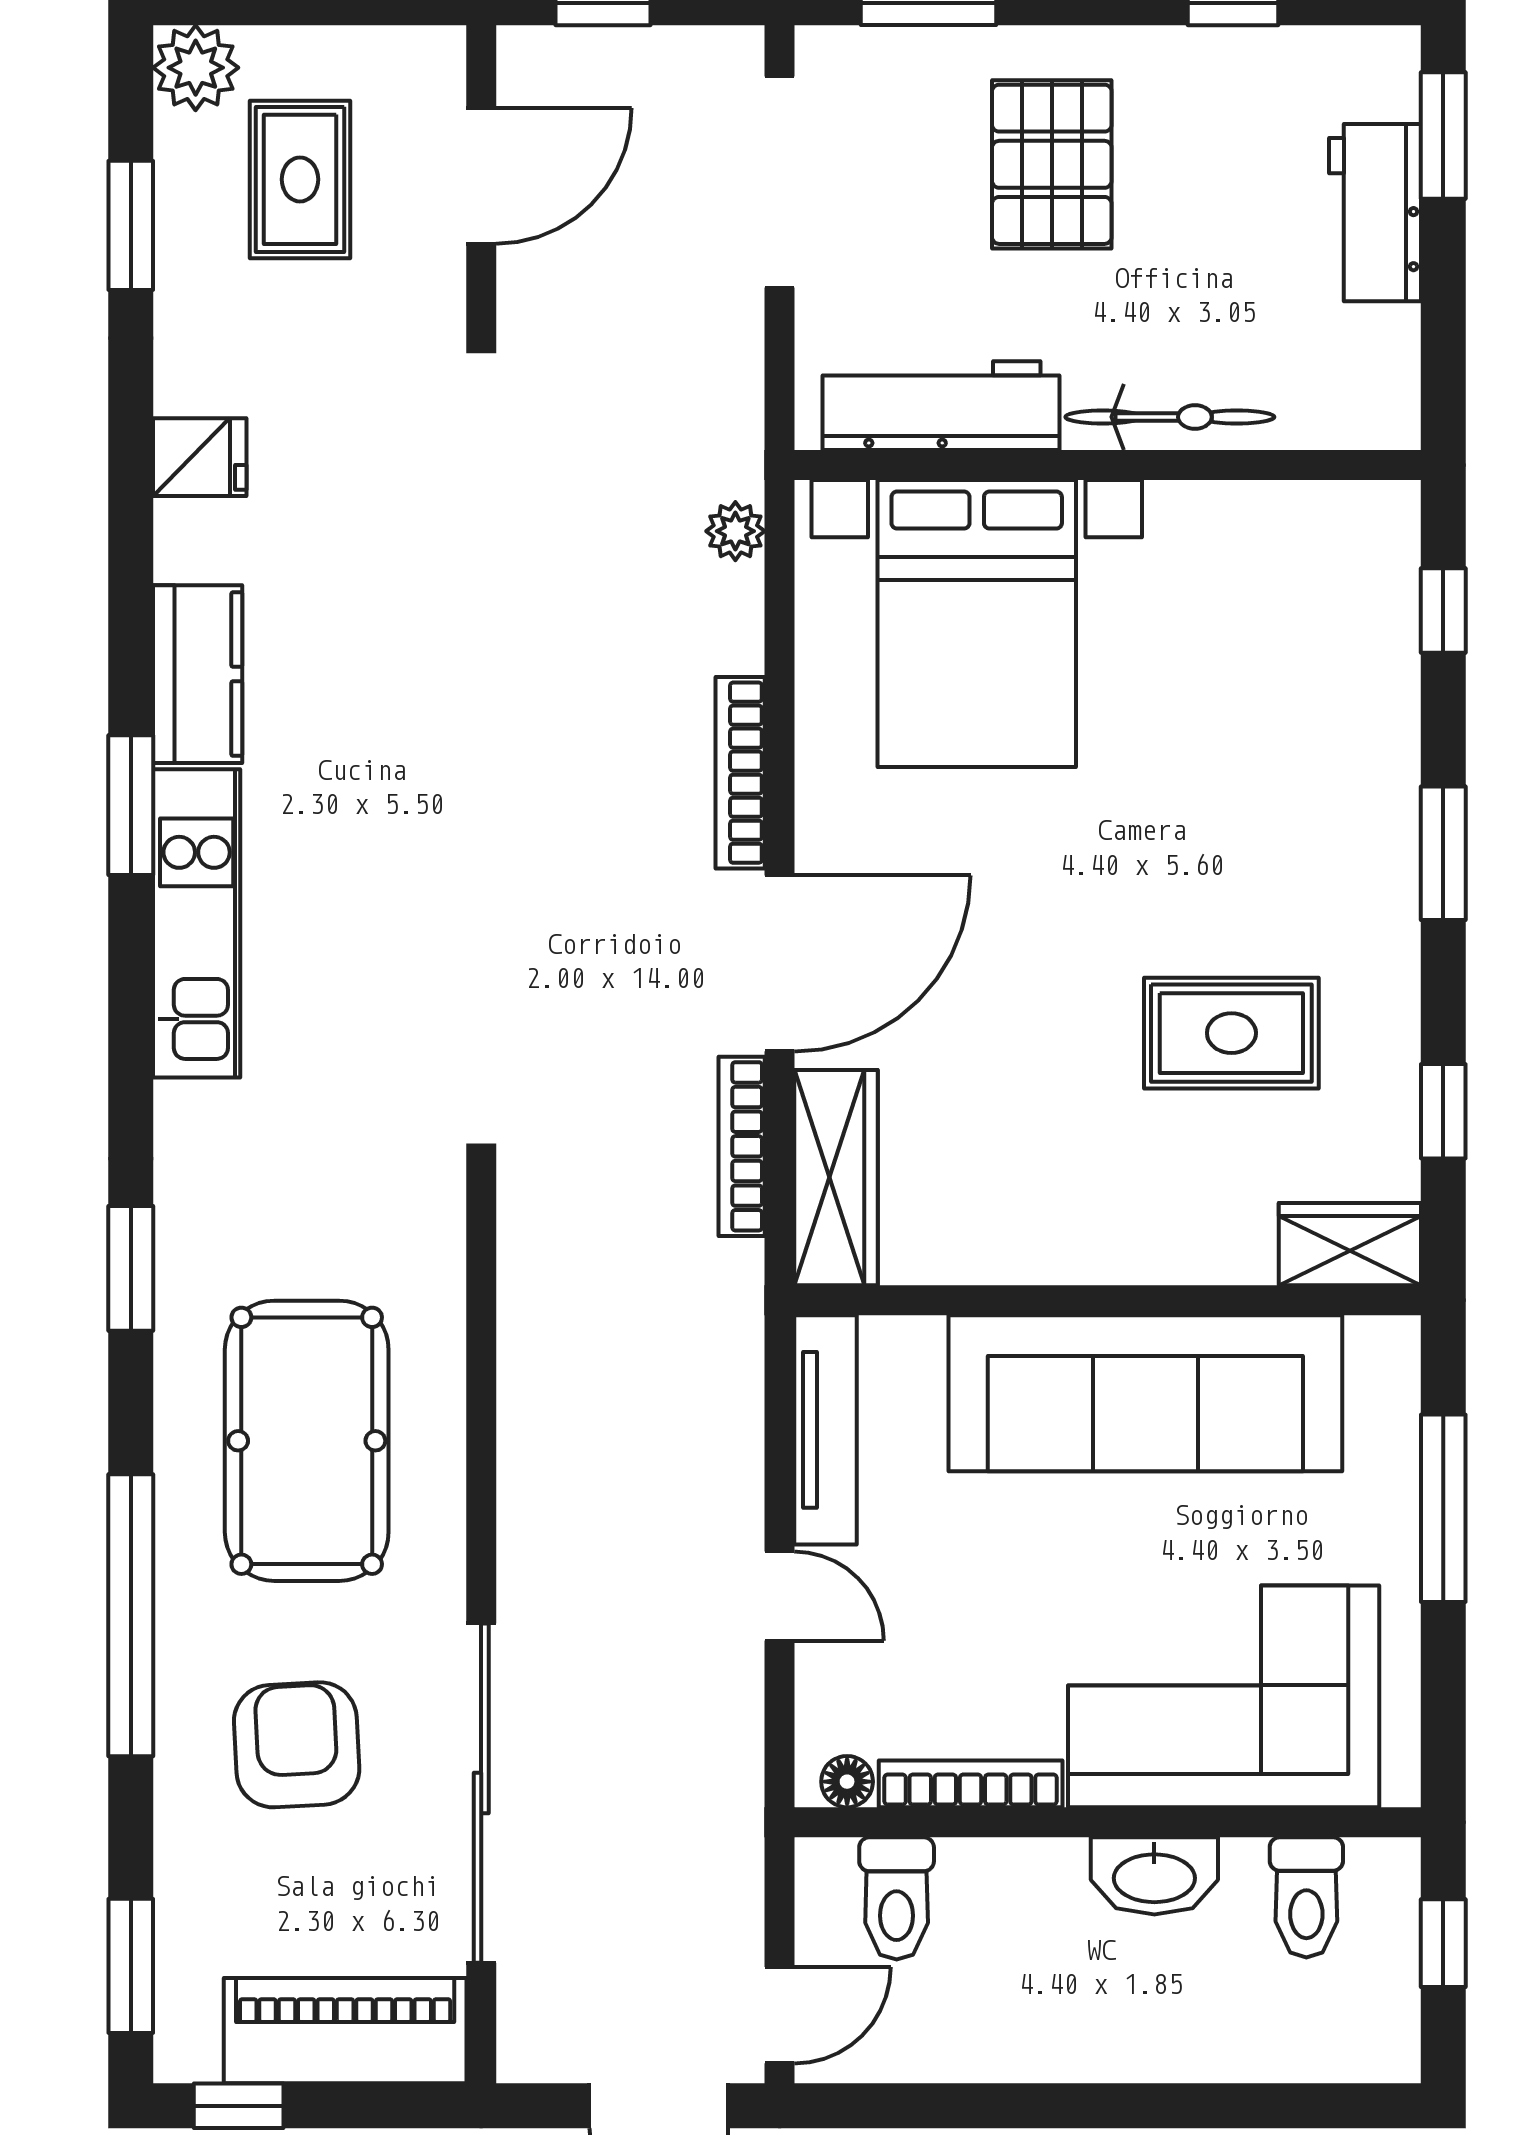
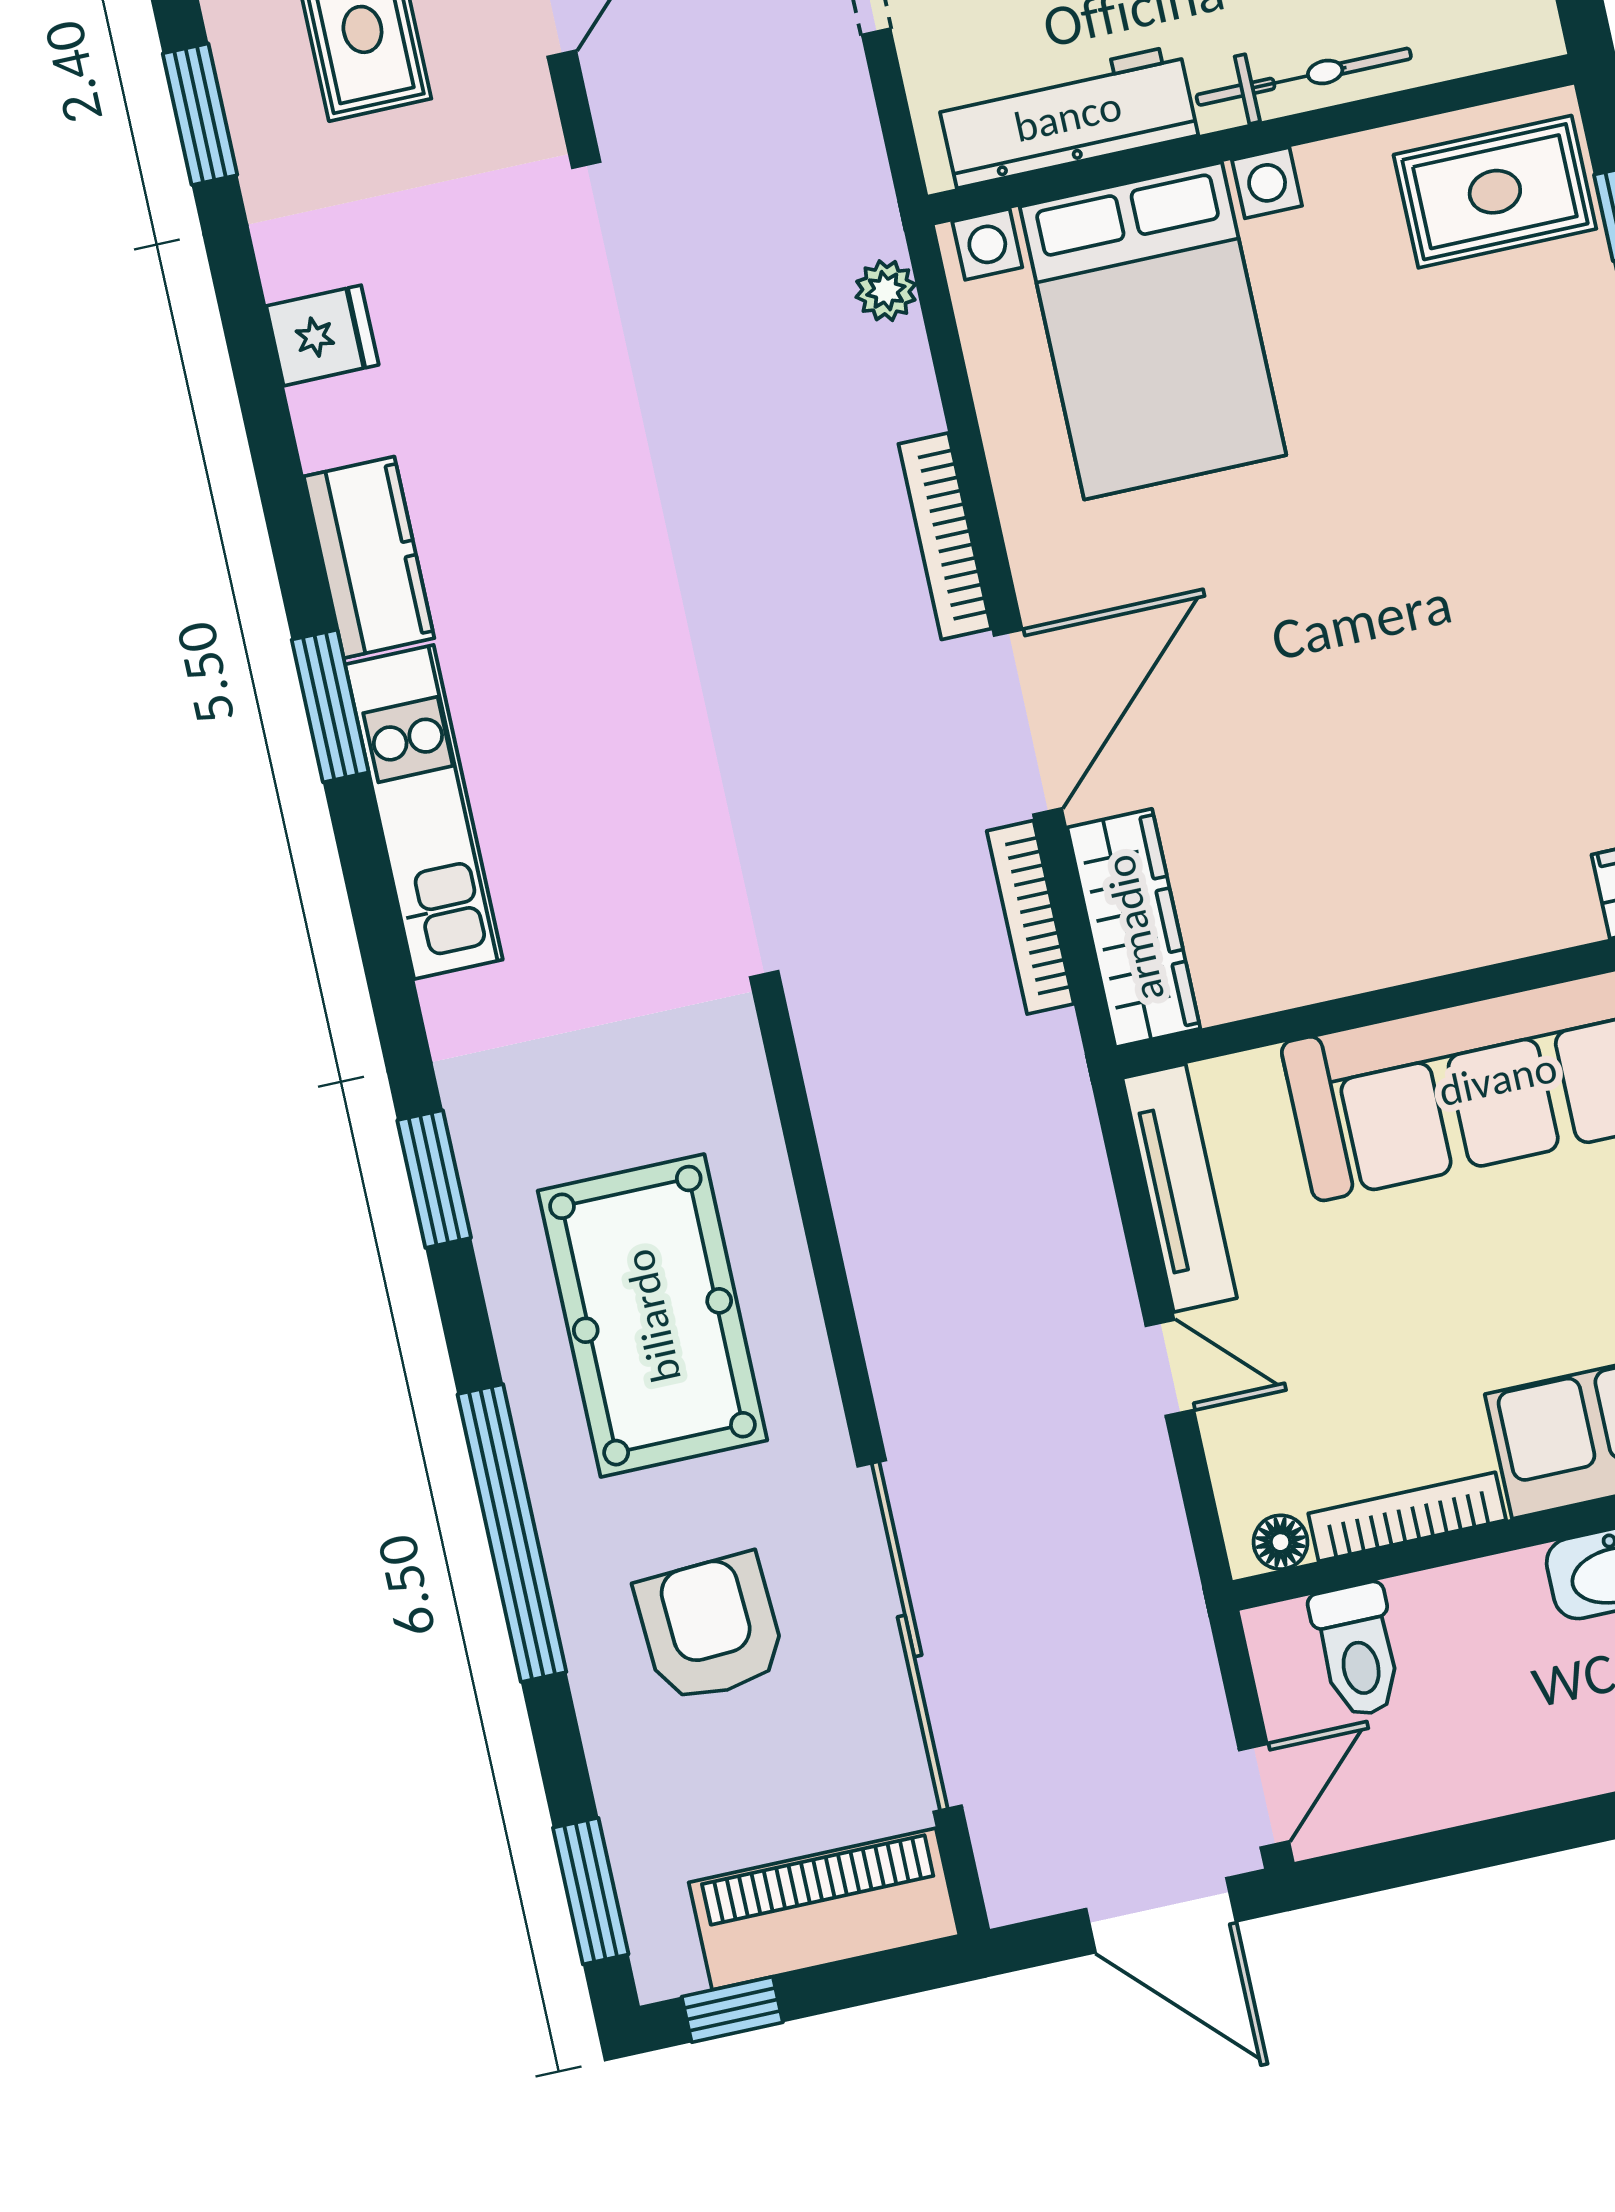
rug: (1231, 1033) -> (1495, 192), moved

